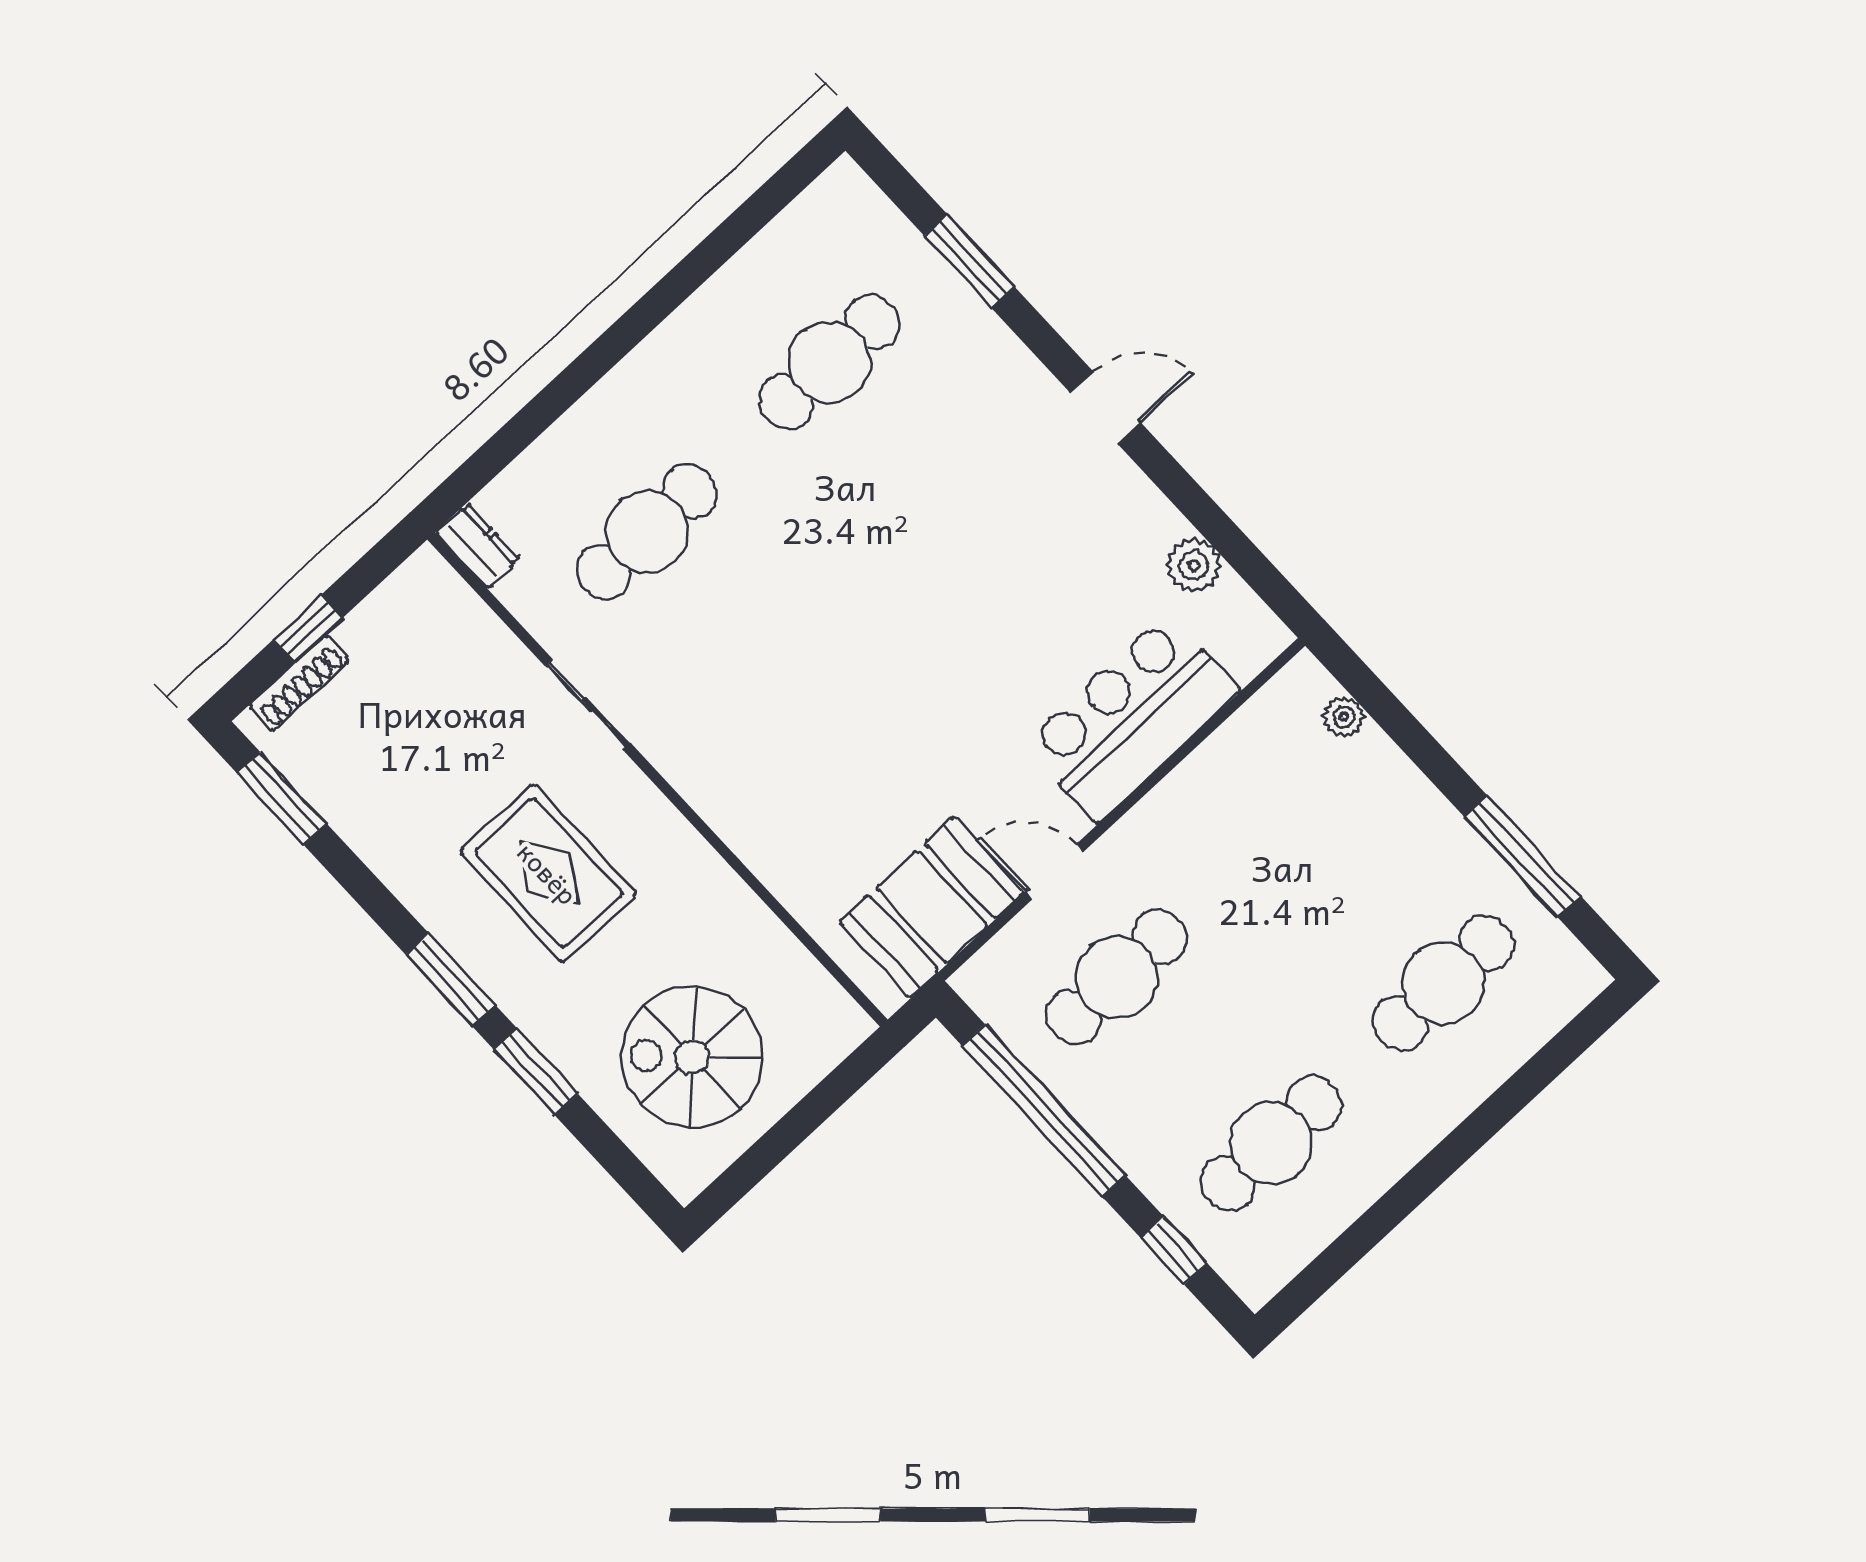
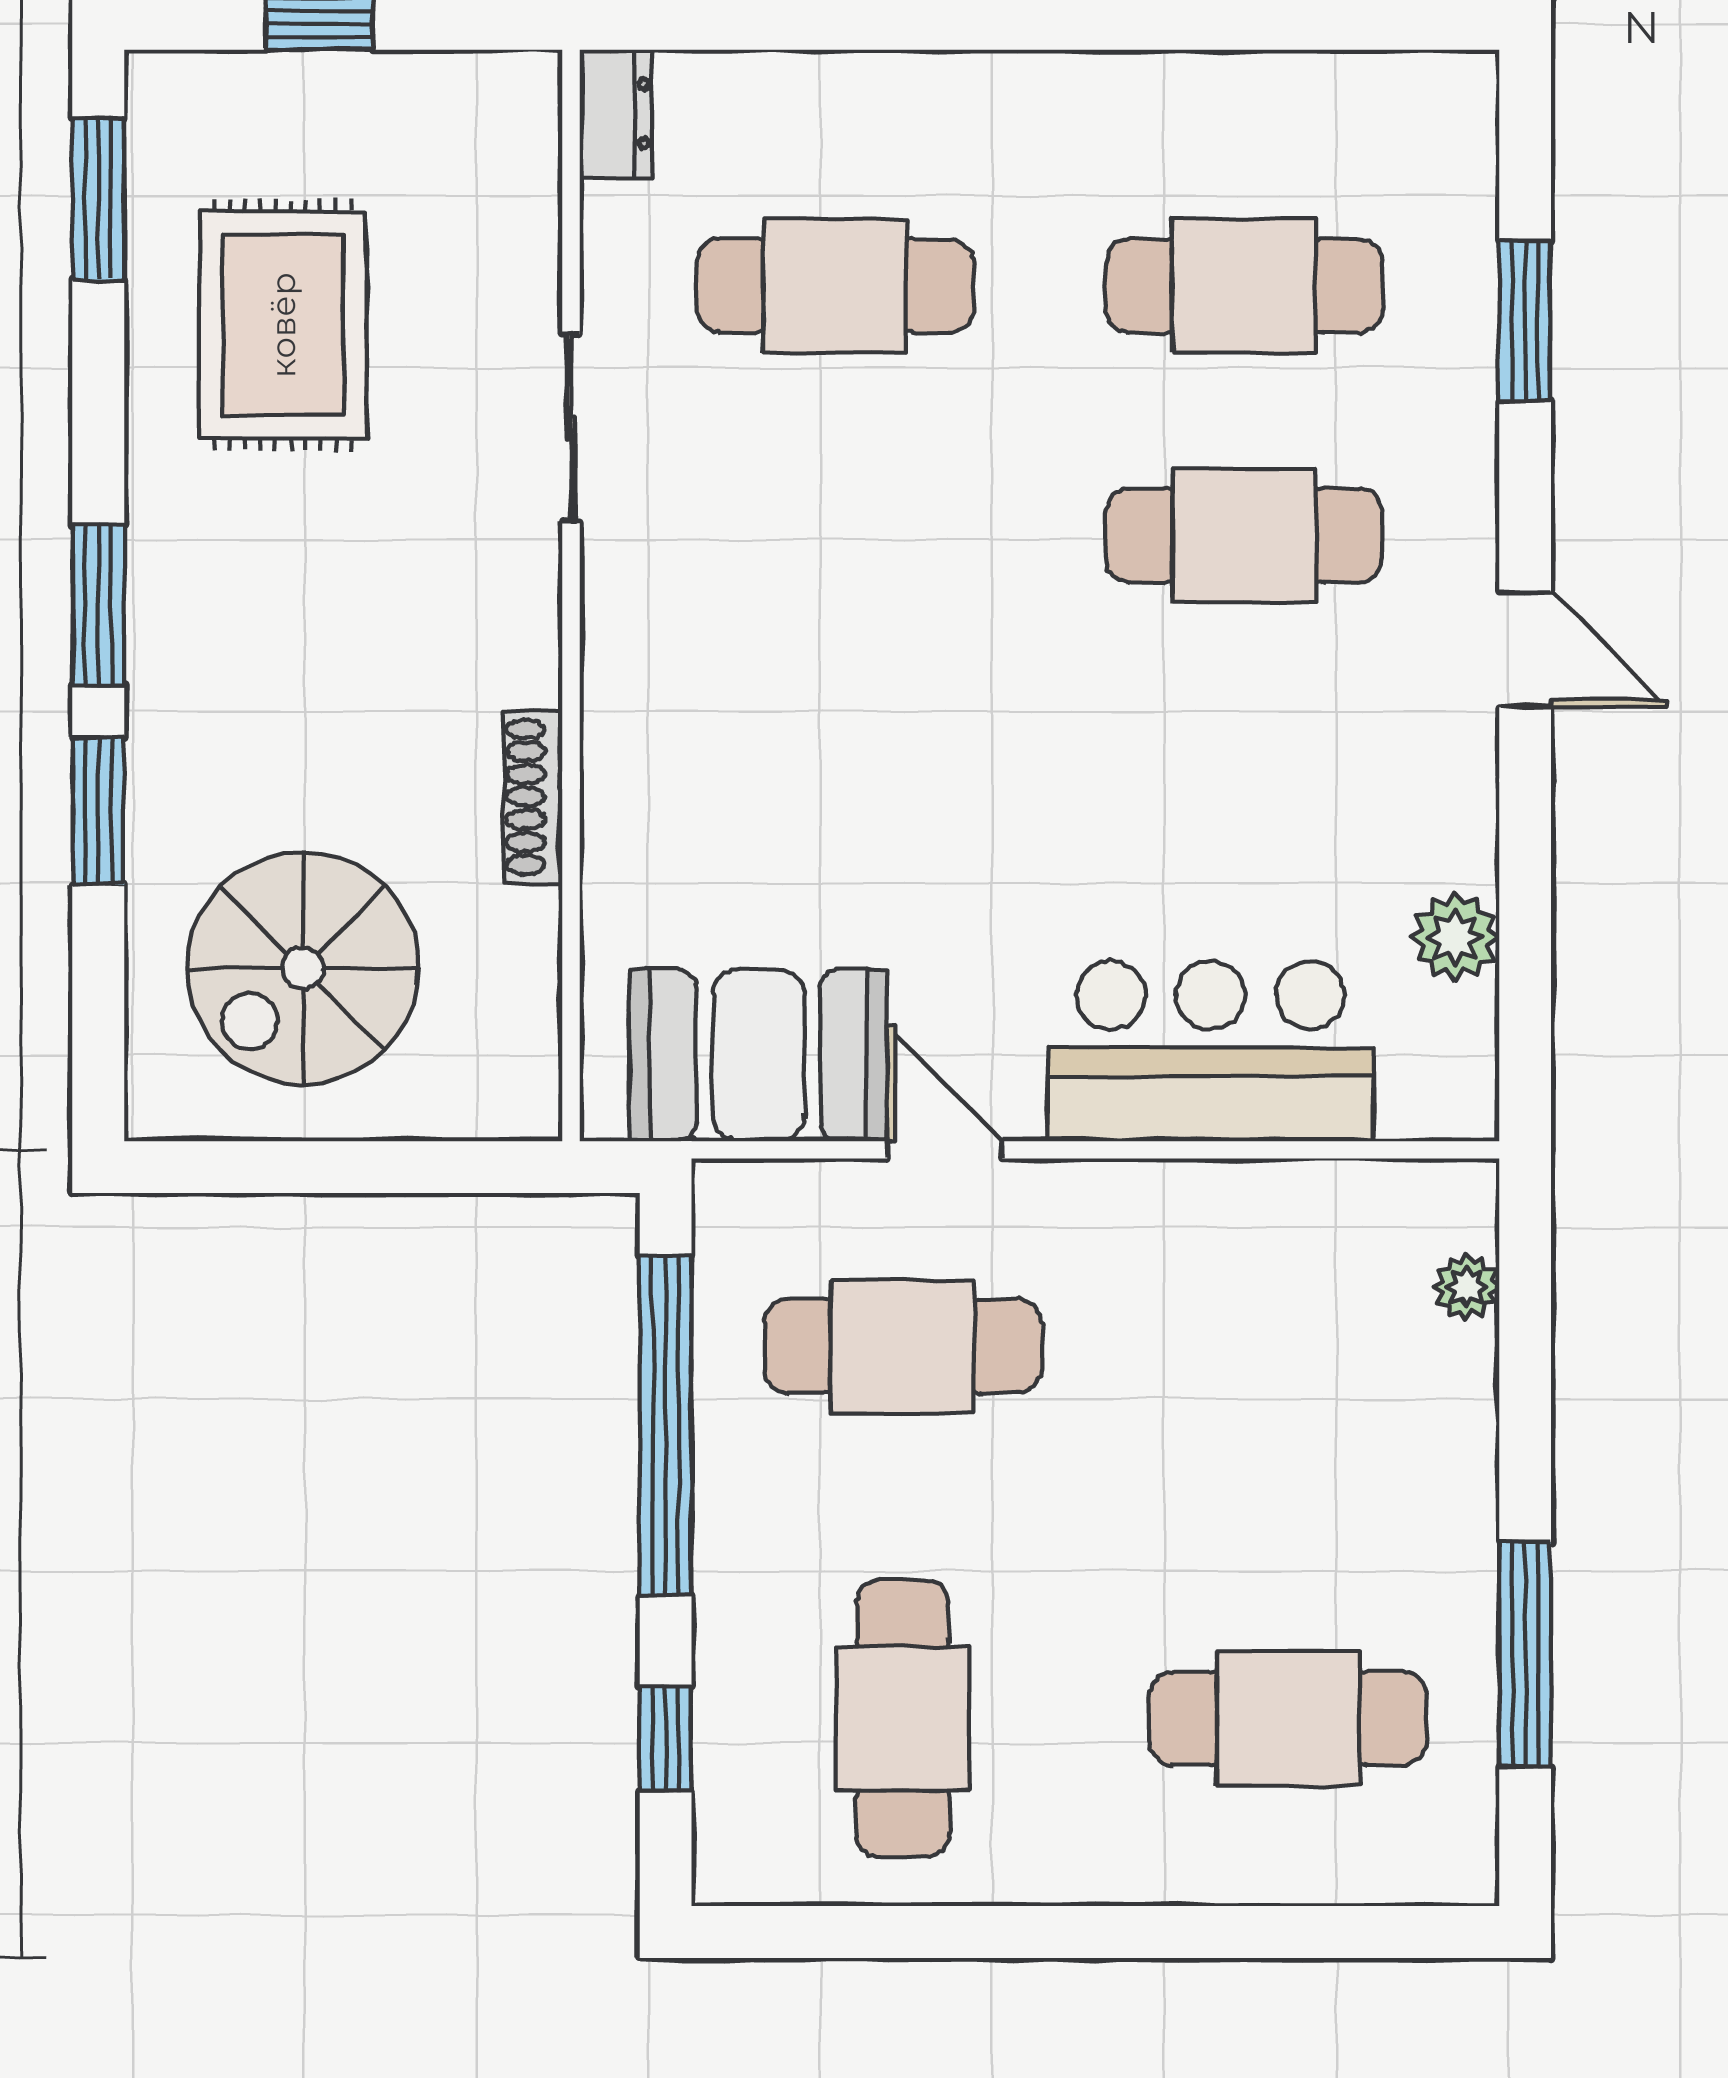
cafe table: (933, 474) -> (1244, 536), added
shoe rack: (299, 683) -> (533, 797), moved, turned 90
rug: (548, 873) -> (283, 325), moved
spiral stairs: (692, 1057) -> (303, 968), turned -90
cafe table: (1271, 1143) -> (903, 1718), turned 90

